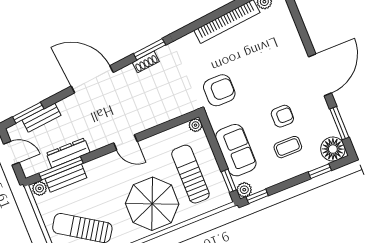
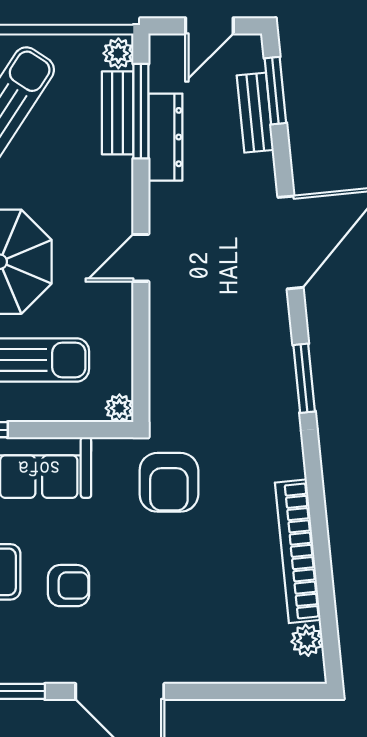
shoe rack: (146, 62) -> (282, 361), removed
armchair: (282, 116) -> (69, 586), turned -90

